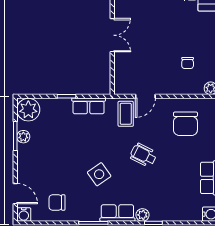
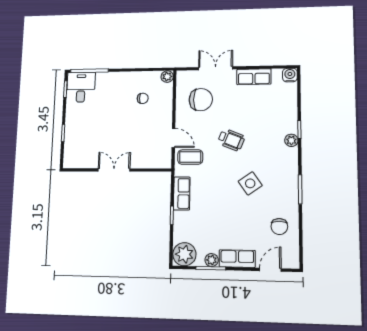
wheelchair: (143, 155) -> (231, 140), turned -95
row of seats: (117, 213) -> (237, 259), moved, turned 90
water cooler: (24, 215) -> (292, 261), removed

